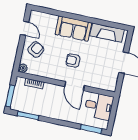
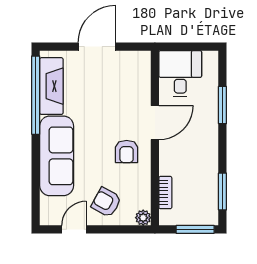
window: (104, 23) -> (36, 95), added
sofa: (73, 29) -> (57, 156), width x1.36
armchair: (73, 61) -> (127, 152), moved
window: (91, 129) -> (222, 105), moved

